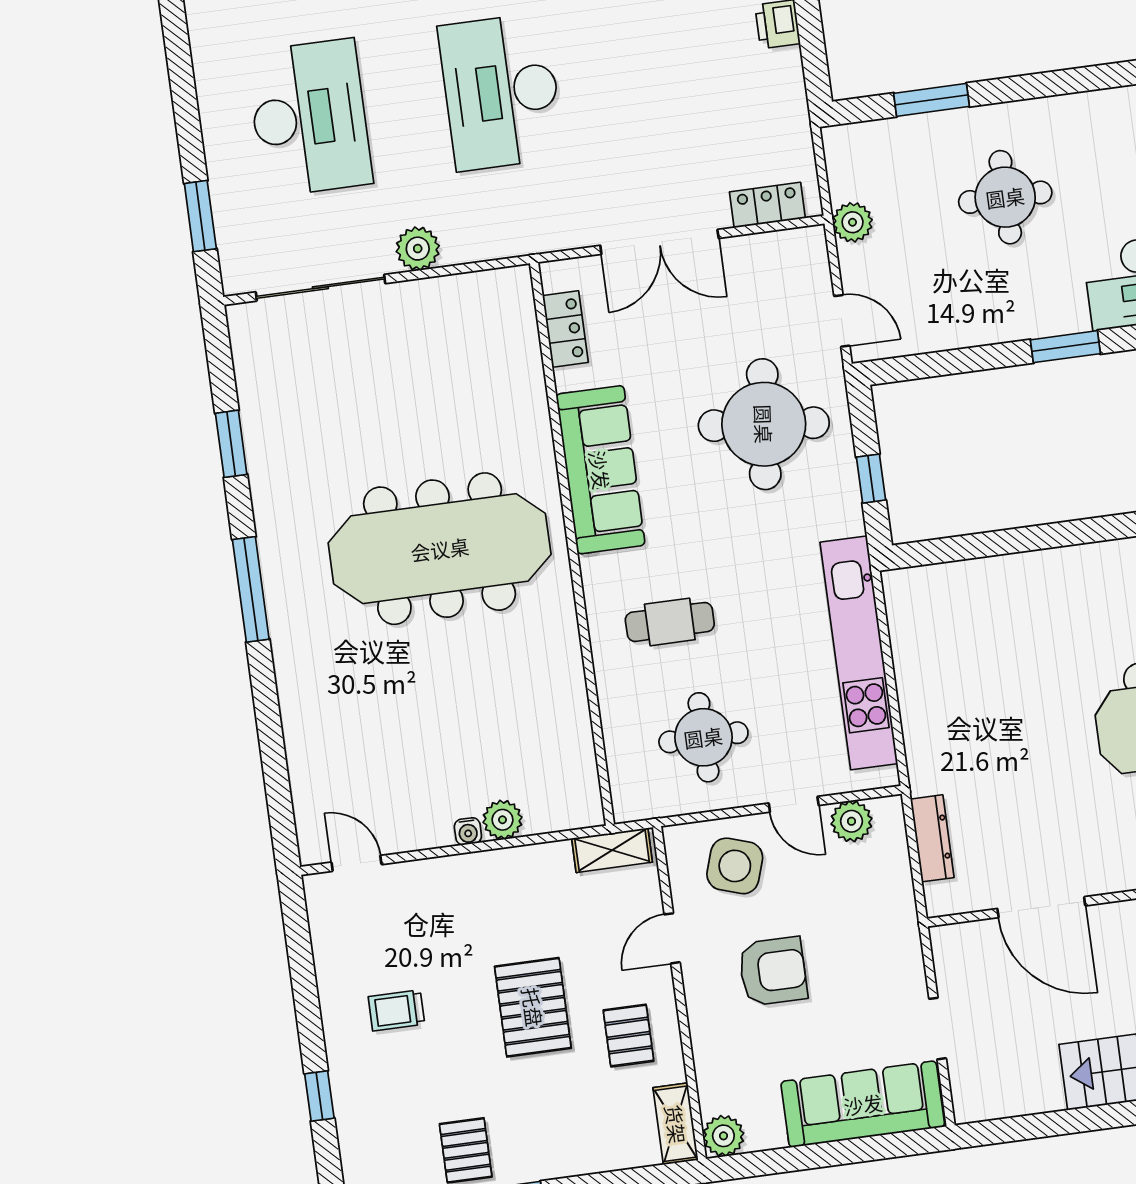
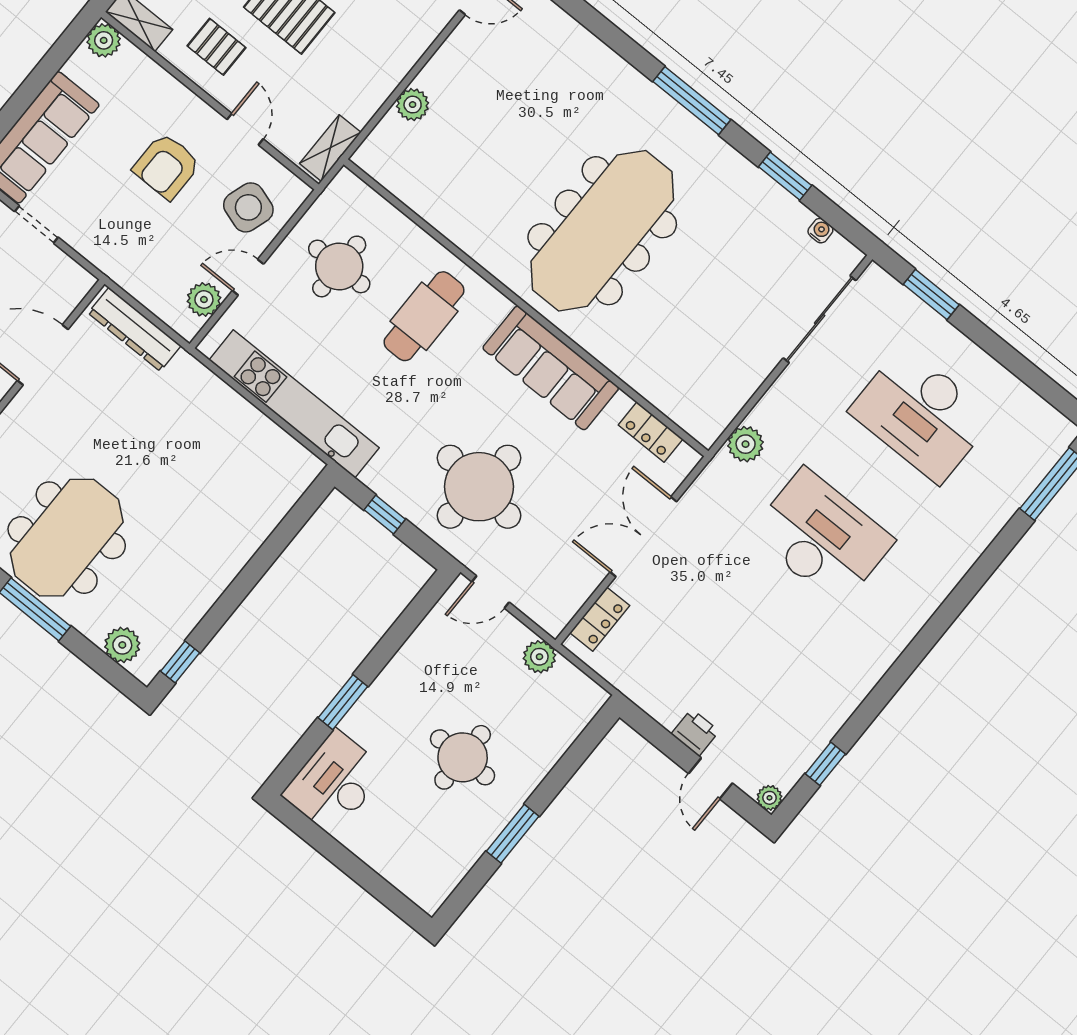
window: (931, 100) -> (513, 834), moved
plant: (418, 249) -> (746, 444), moved
cafe table: (670, 622) -> (424, 316), width x1.37, depth x1.35
water cooler: (468, 831) -> (820, 231), moved, turned 90
dresser: (932, 838) -> (135, 329), width x1.37, depth x1.24

